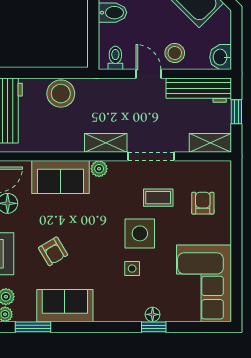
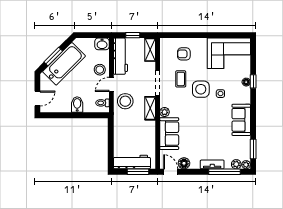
stool: (61, 94) -> (125, 101), moved
armchair: (53, 251) -> (211, 138), removed
sofa: (65, 306) -> (241, 120), moved

